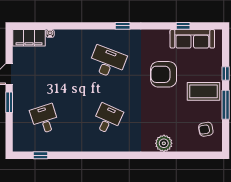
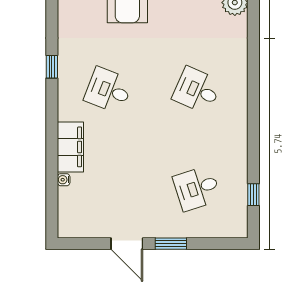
filing cabinet: (29, 38) -> (70, 147), moved
desk: (108, 62) -> (108, 90), width x0.73

